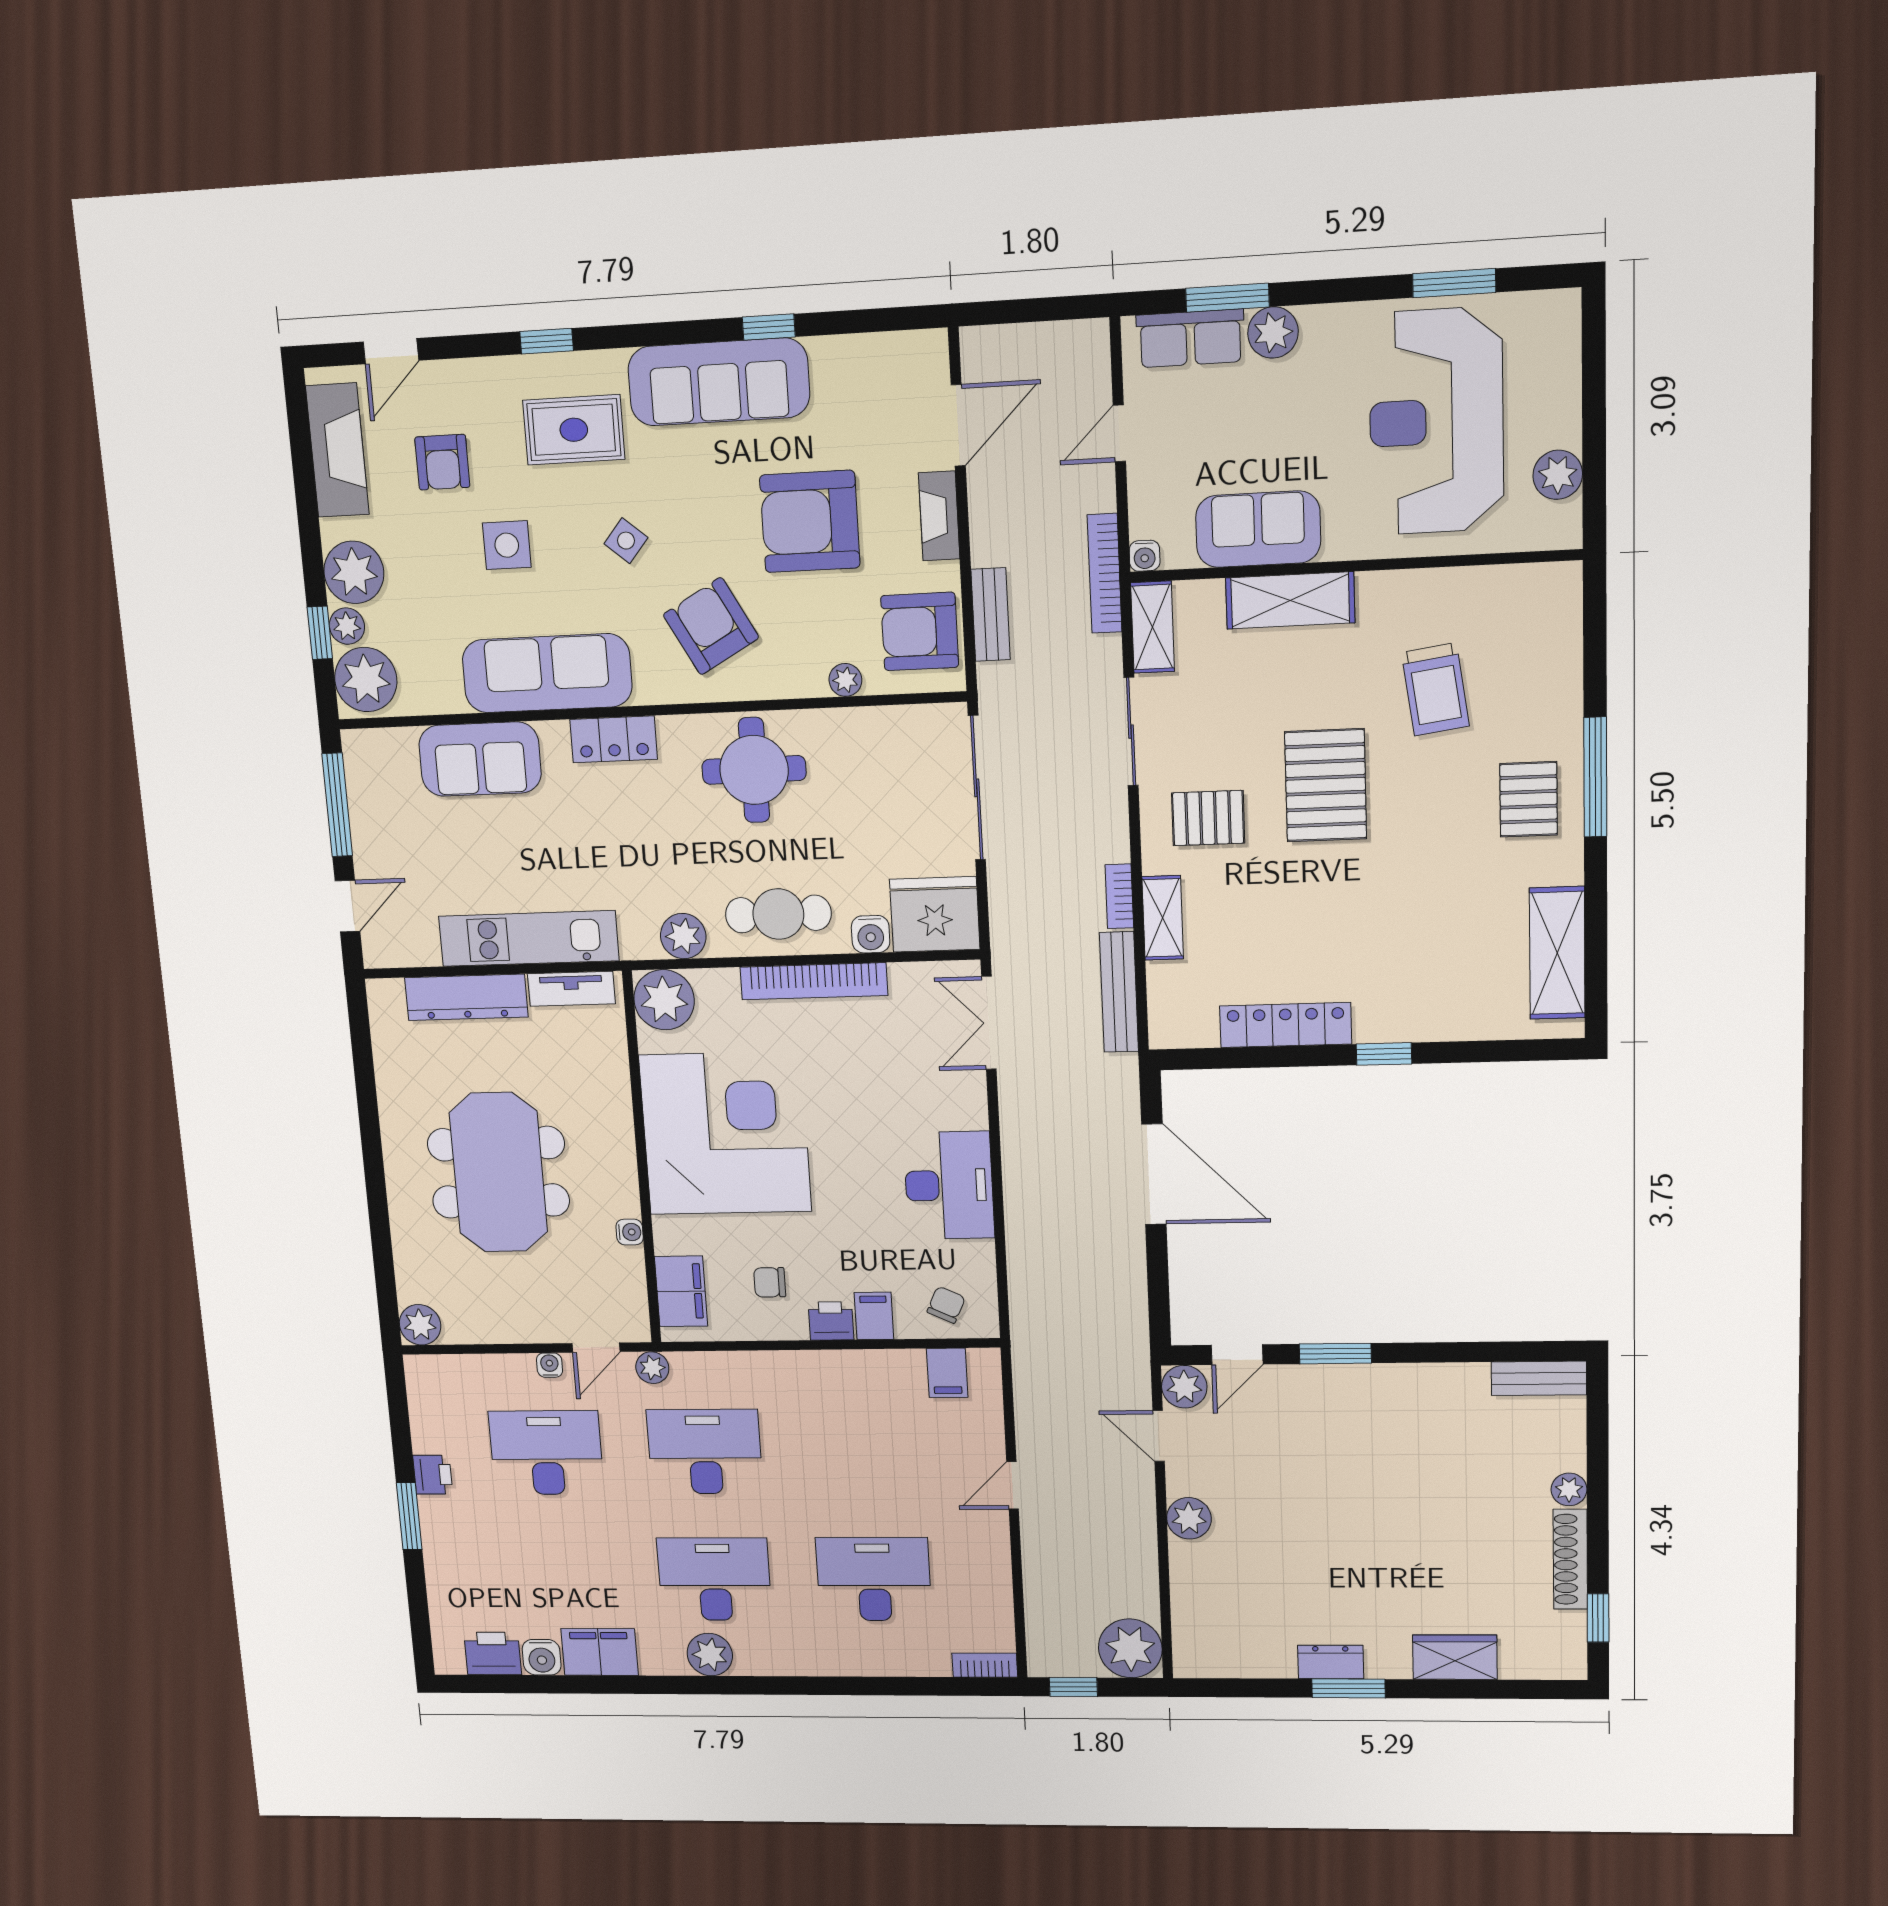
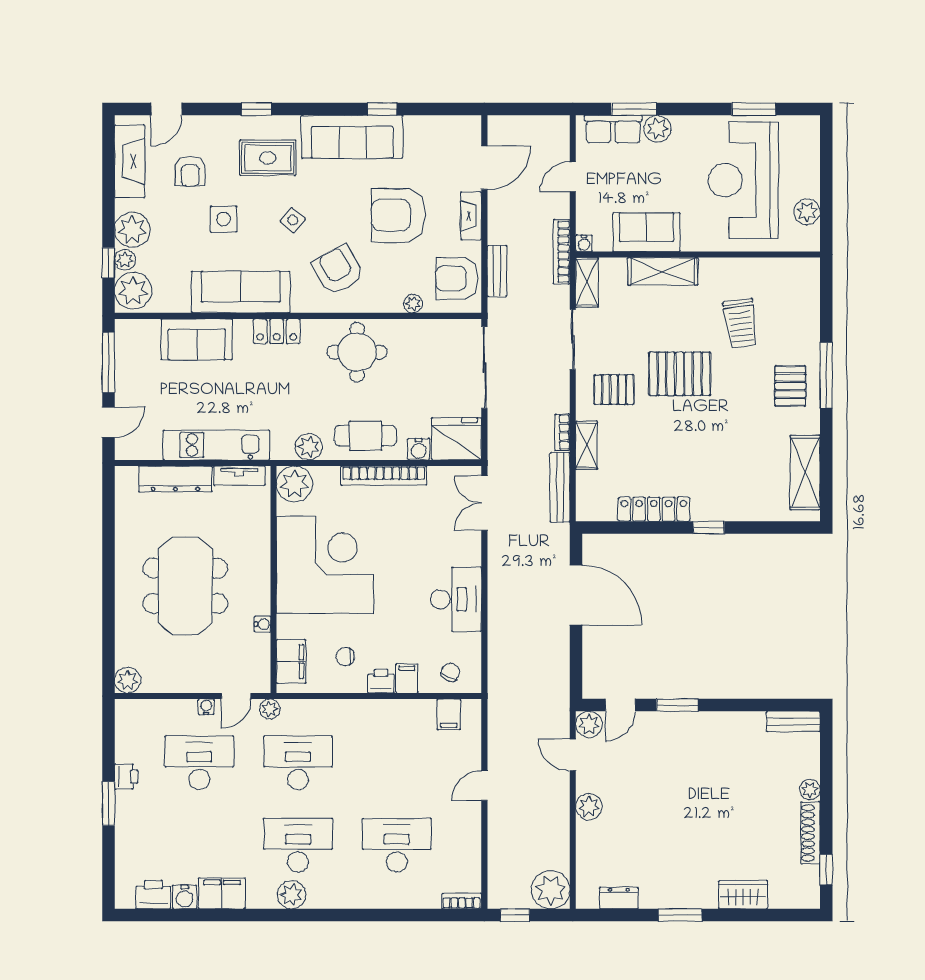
pallet: (1326, 785) -> (680, 374), turned 90
dresser: (1331, 1662) -> (619, 898), moved

